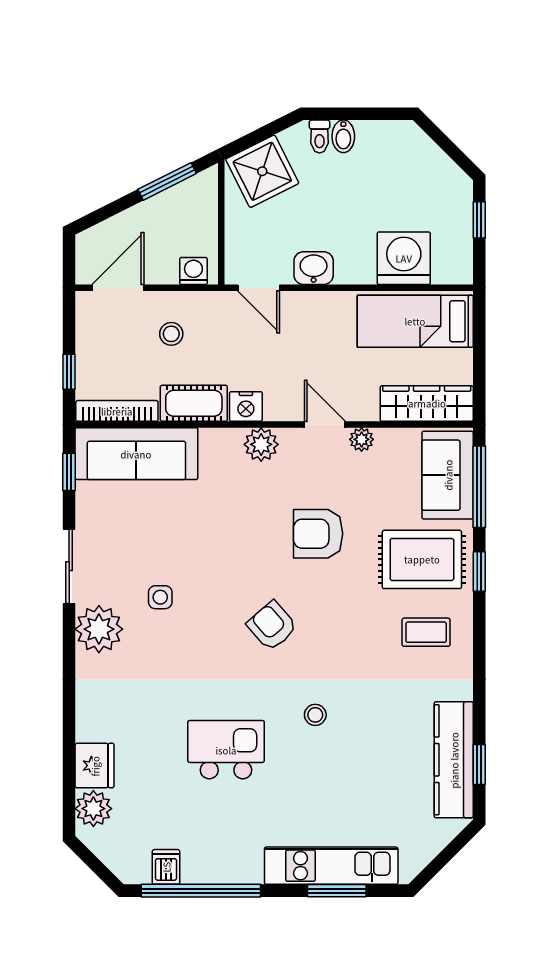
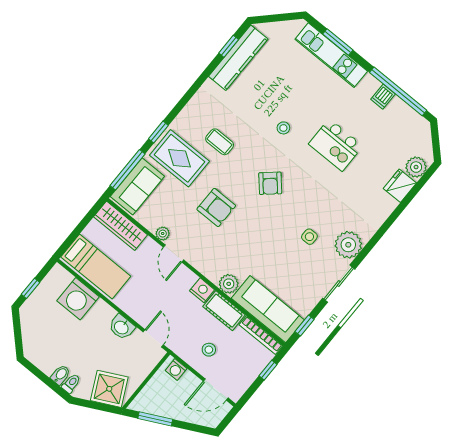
plant: (261, 444) -> (229, 284), moved
coffee table: (426, 632) -> (220, 142), moved
dishwasher: (166, 867) -> (383, 97), moved

